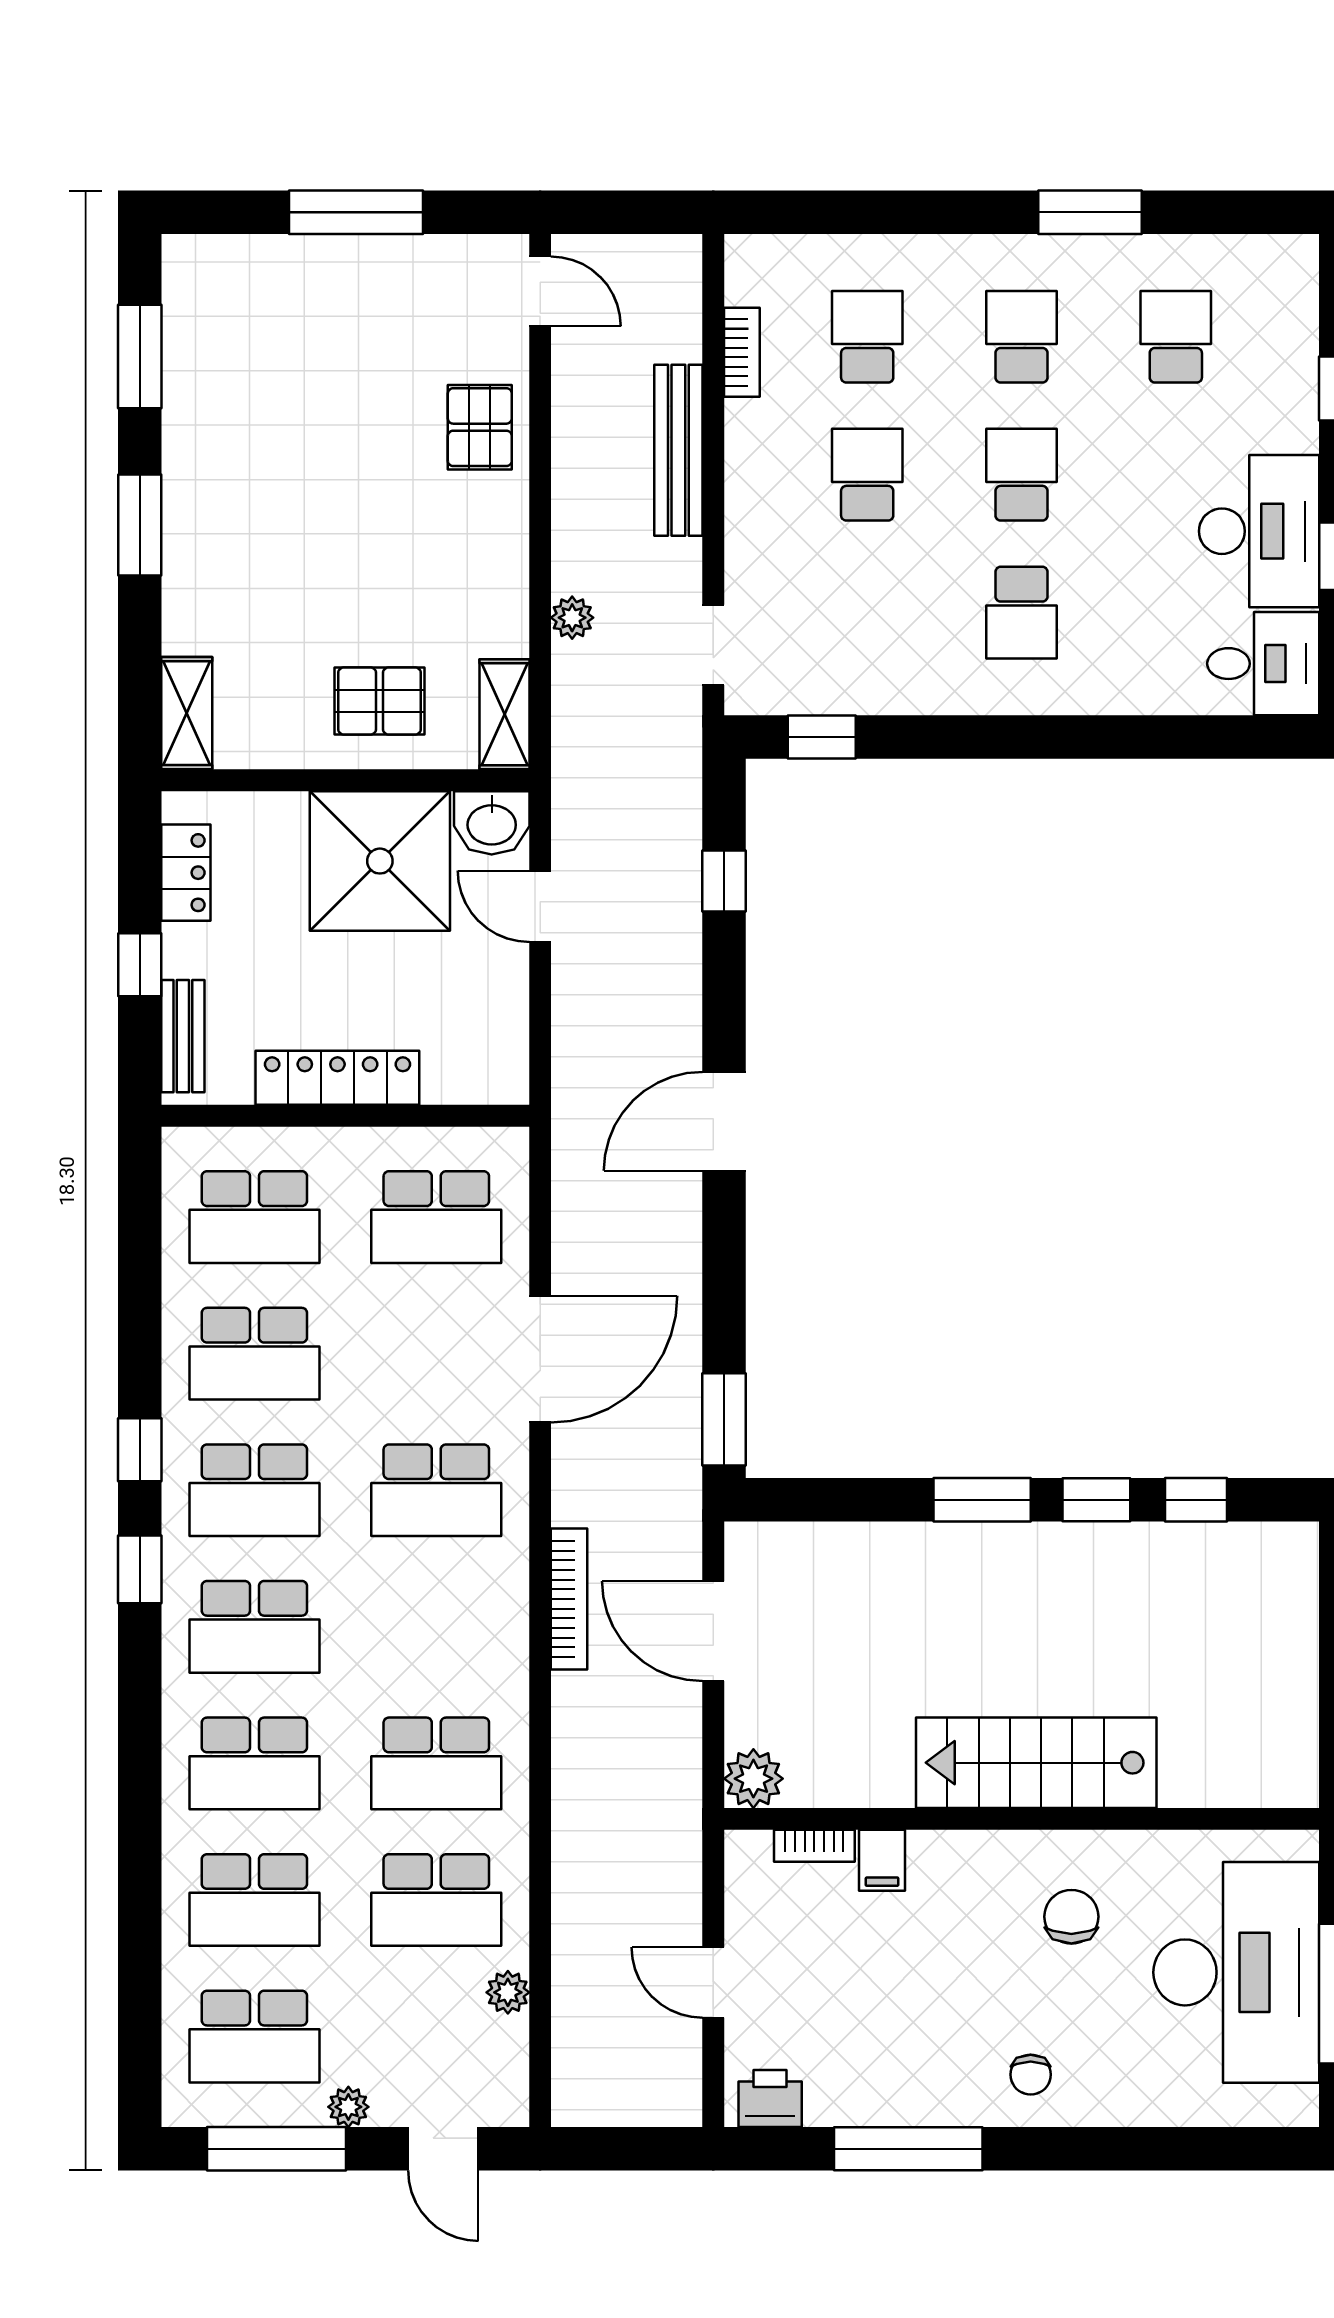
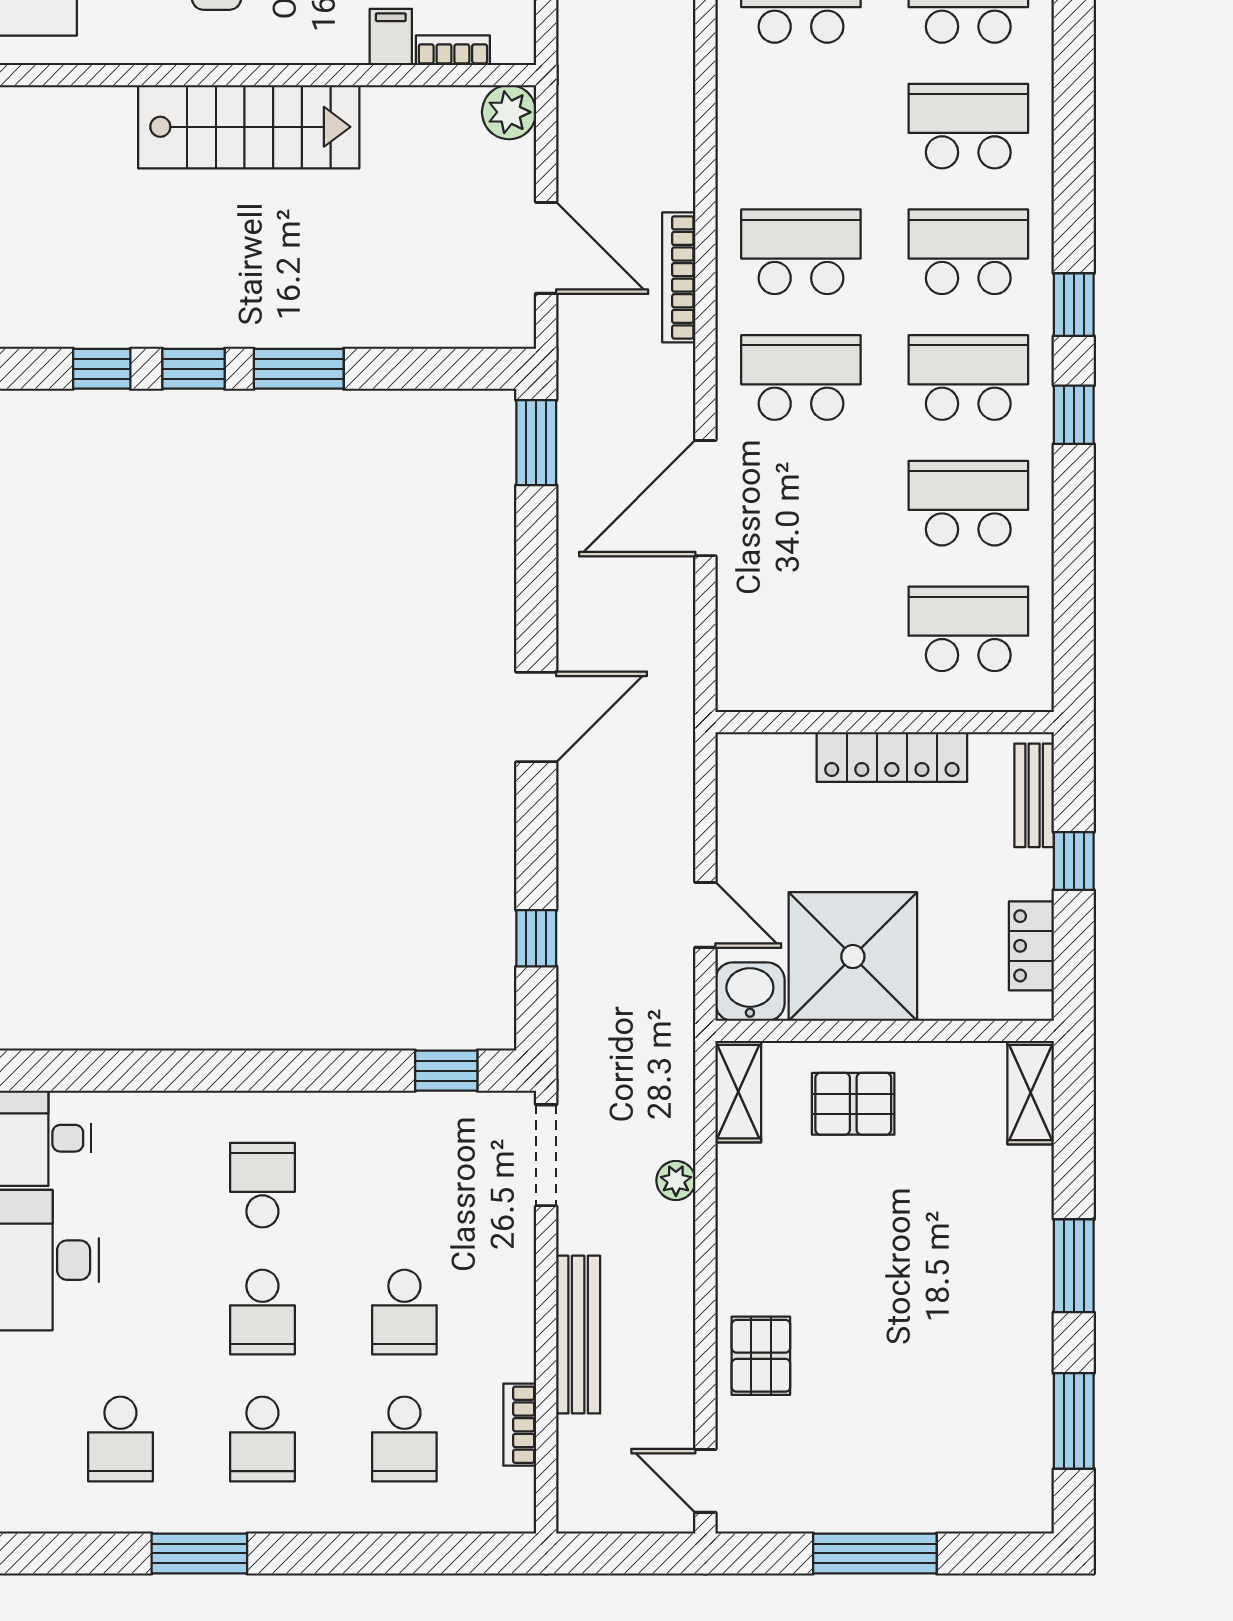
doorway: (713, 645) -> (546, 1155), width x1.38
school desk: (436, 1217) -> (801, 629), removed
school desk: (436, 1763) -> (801, 252), moved

